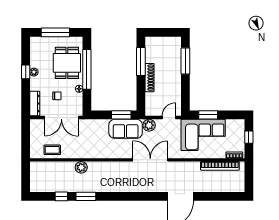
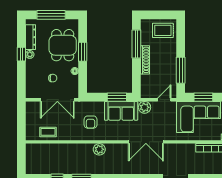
rug: (167, 48) -> (163, 30), added
window: (185, 61) -> (181, 70), moved
window: (87, 69) -> (83, 52), width x0.47
dresser: (35, 104) -> (31, 37), moved
armchair: (95, 140) -> (91, 122), added
double door: (150, 160) -> (146, 142), swing flipped
plant: (81, 167) -> (99, 149), moved

